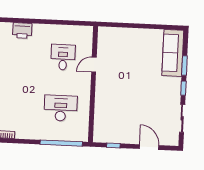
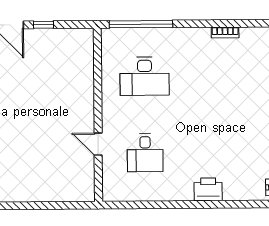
door: (94, 65) -> (98, 144), swing flipped
window: (113, 145) -> (44, 25), moved

